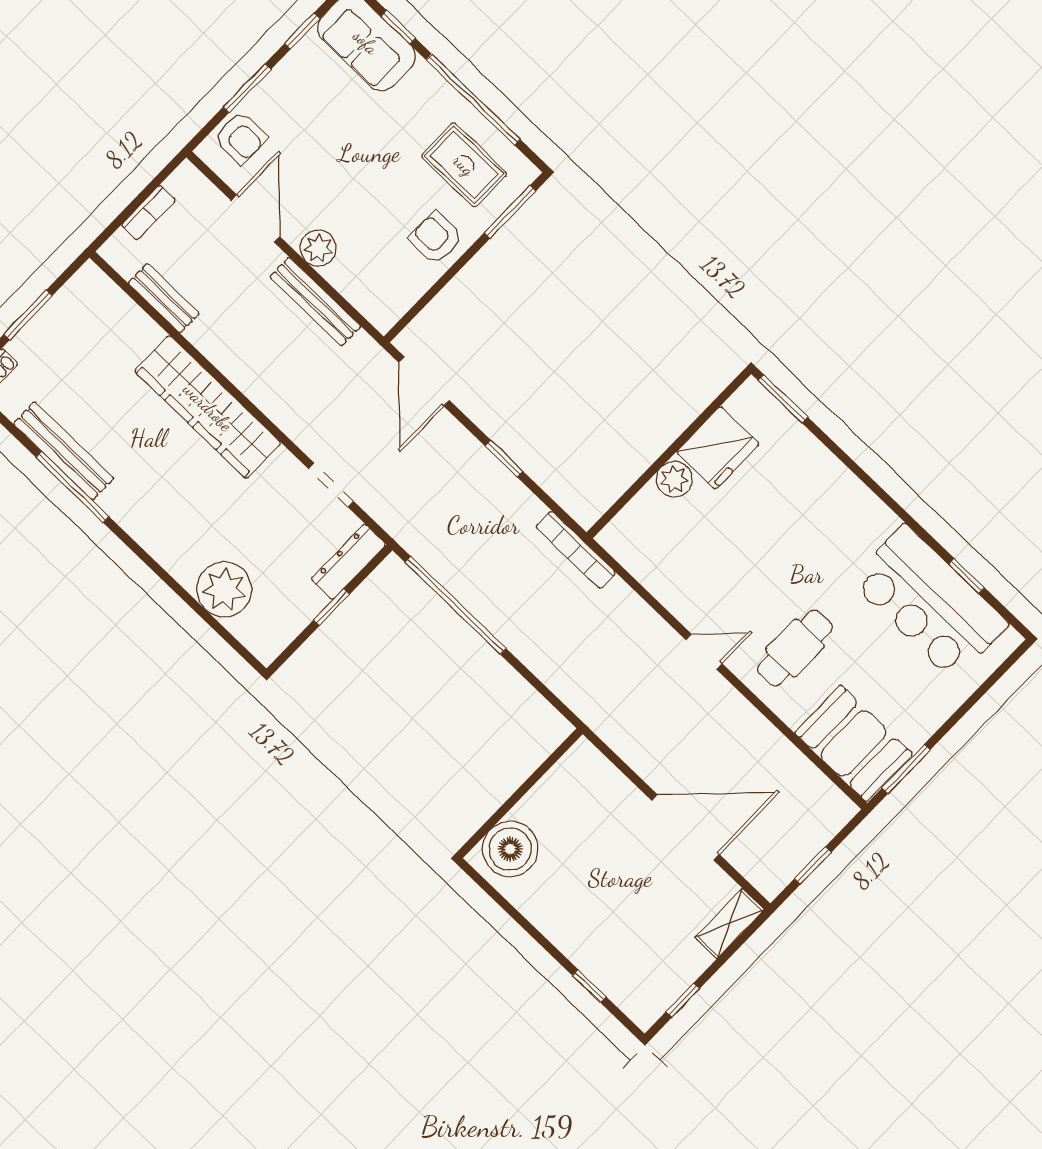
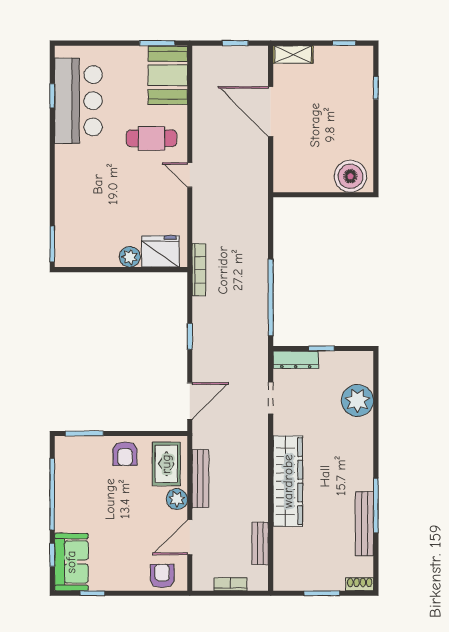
window: (247, 88) -> (139, 593), removed
rug: (464, 165) -> (166, 464), moved
fridge: (718, 448) -> (160, 251), moved

